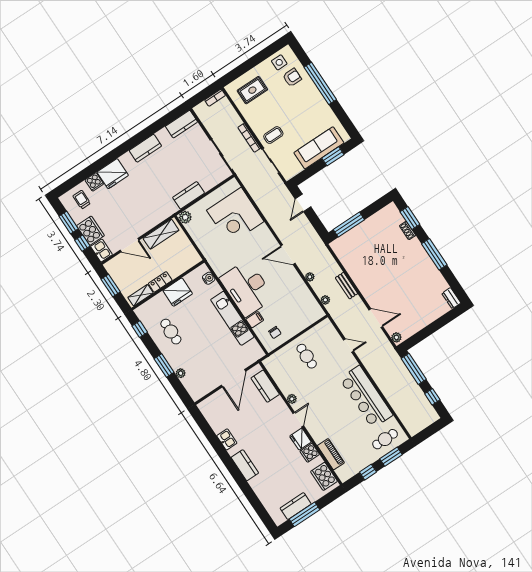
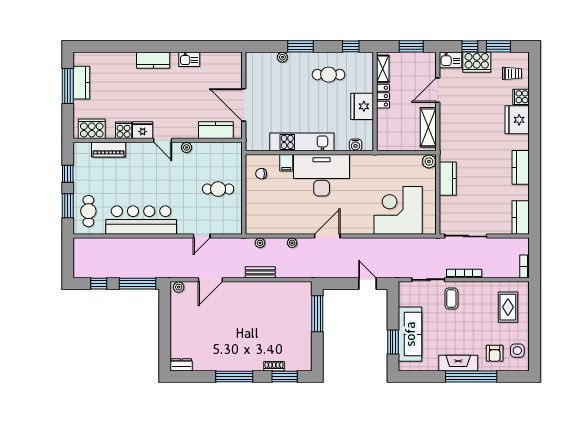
fireplace: (317, 99) -> (458, 363), added

